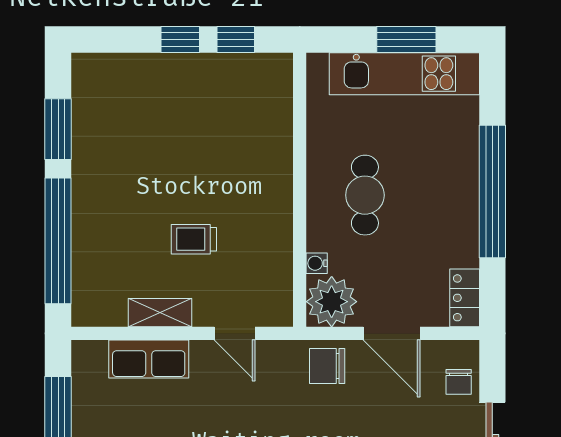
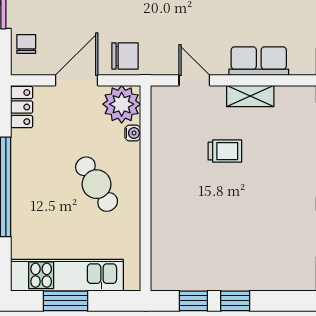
cafe table: (365, 195) -> (97, 184), turned -32
door: (392, 333) -> (76, 80), hinge flipped

